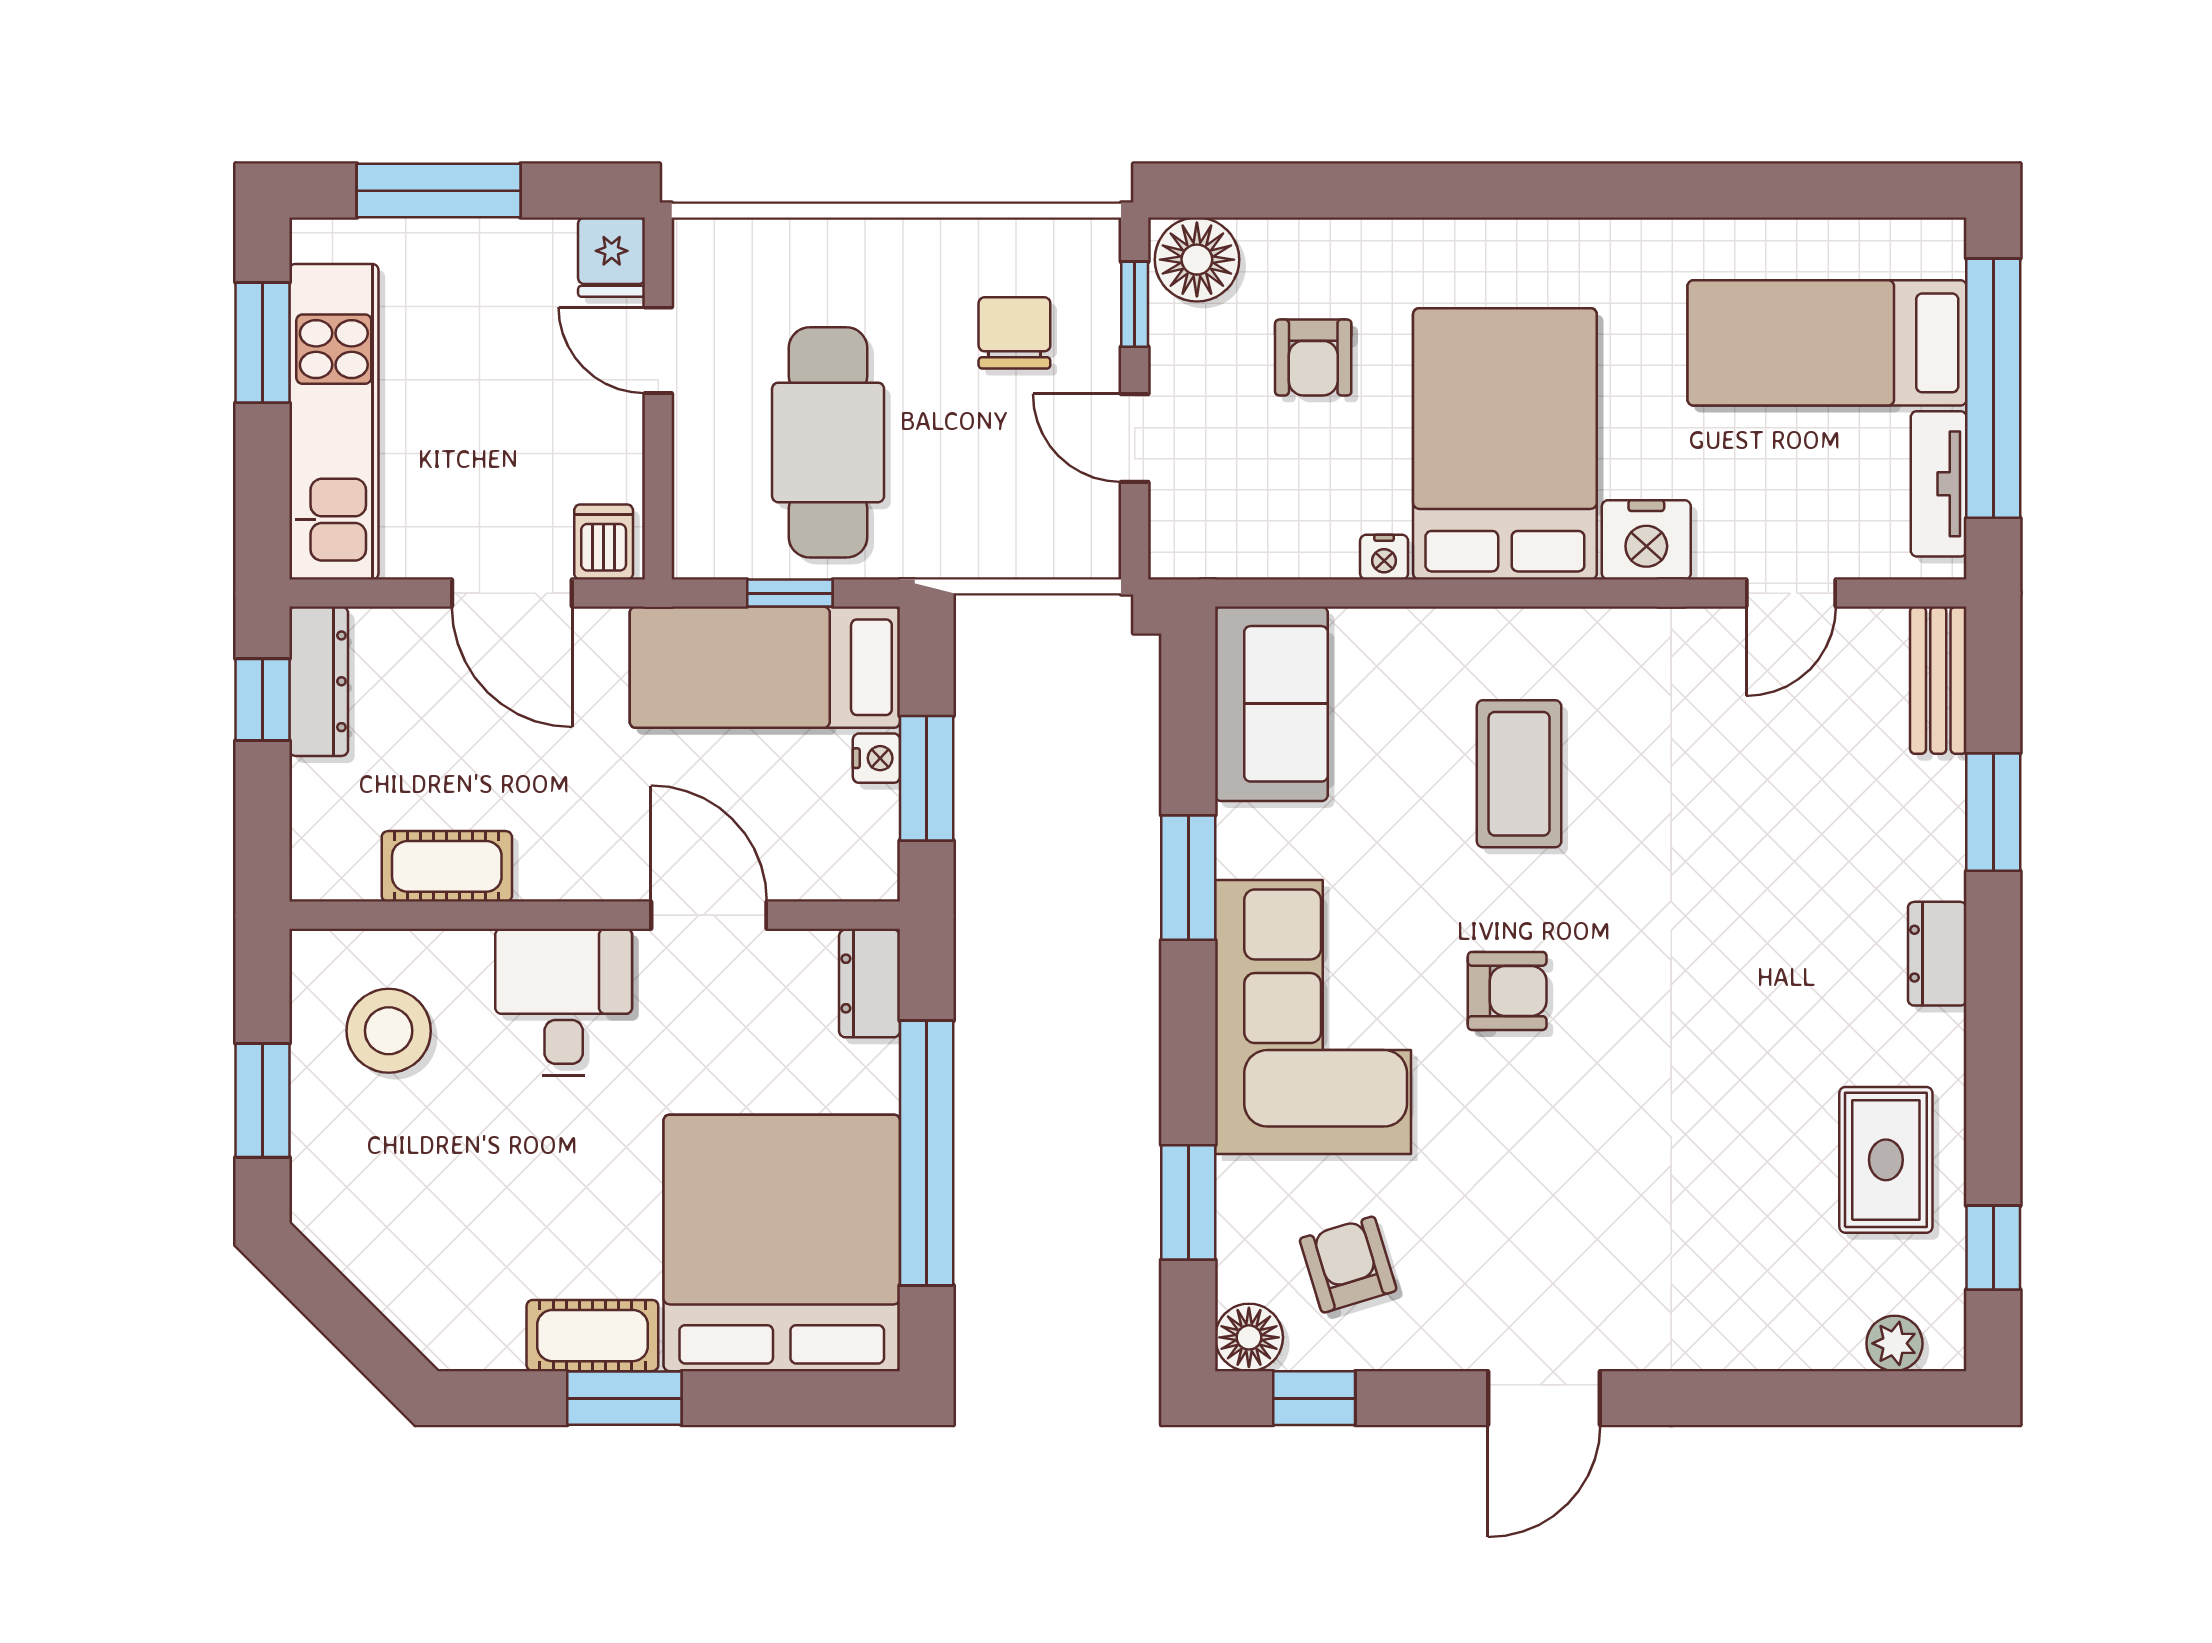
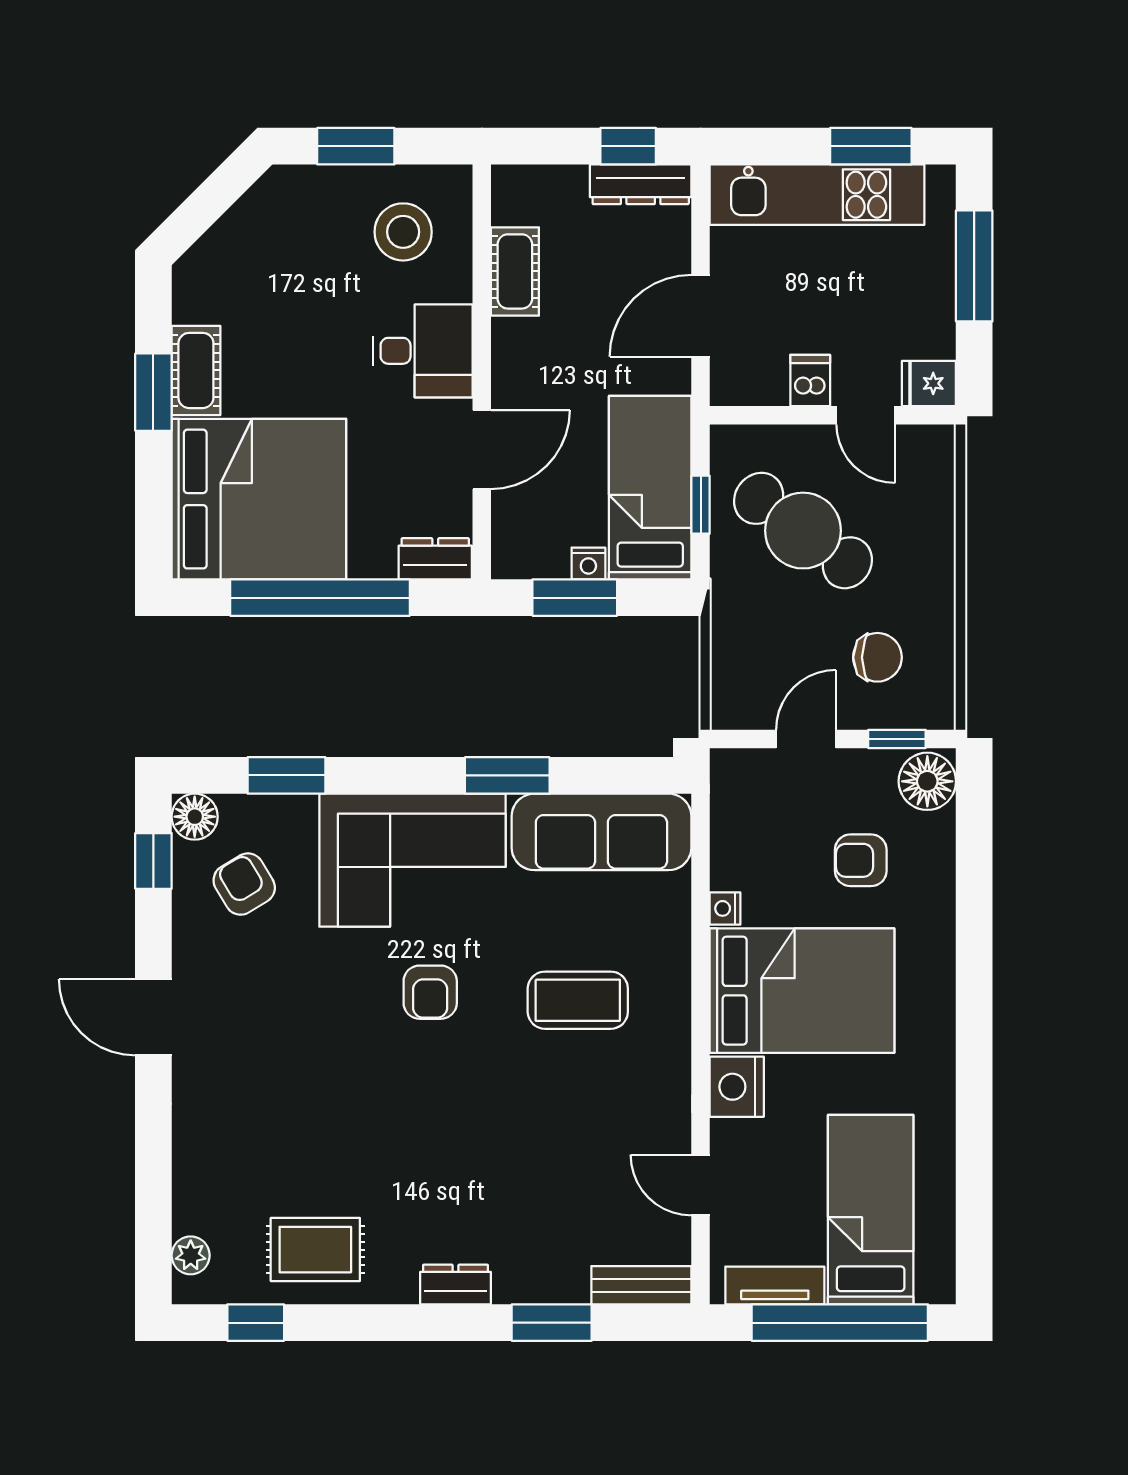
door: (658, 350) -> (866, 415), swing flipped
cafe table: (828, 442) -> (803, 531), turned 36
dishwasher: (604, 542) -> (810, 380), moved, turned -90
sofa: (1271, 704) -> (601, 832), width x1.36
armchair: (1348, 1265) -> (244, 884), turned -104

